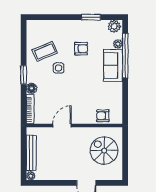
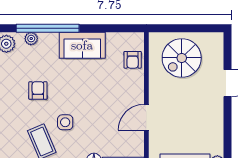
sofa: (113, 65) -> (82, 45), moved
door: (62, 125) -> (146, 117), hinge flipped

